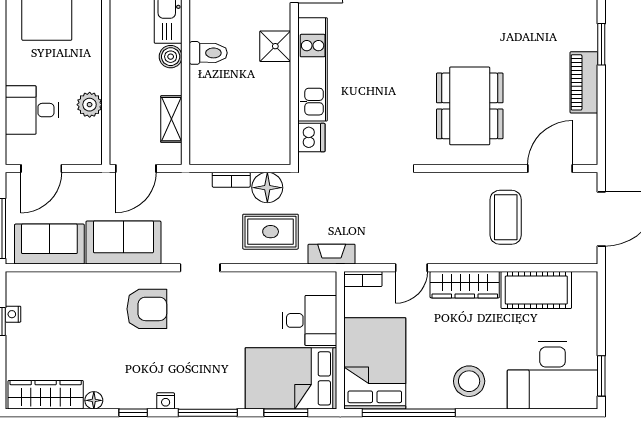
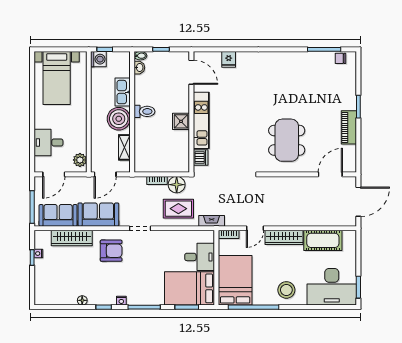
shower: (275, 46) -> (181, 121), moved
boiler: (171, 57) -> (119, 119), width x1.86, depth x1.86
plant: (90, 105) -> (80, 160), moved
coffee table: (506, 217) -> (306, 201), removed
wardrobe: (46, 395) -> (72, 238), moved, turned 180

